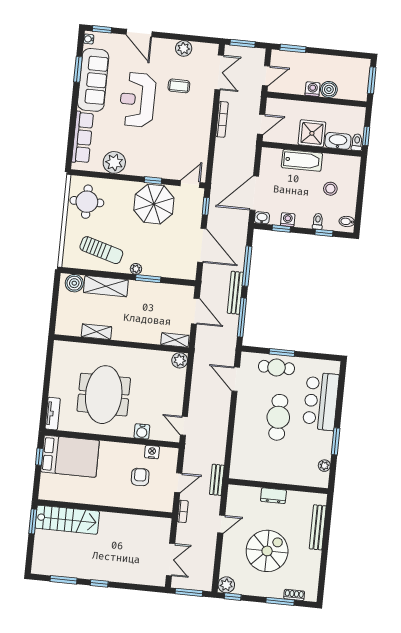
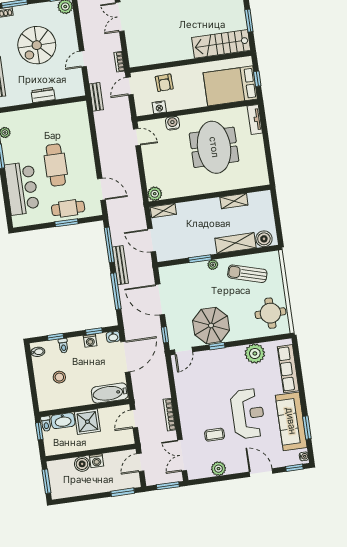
bathtub: (302, 160) -> (110, 393), moved
wall: (105, 509) -> (190, 62), moved
stairs: (67, 520) -> (221, 44), moved

